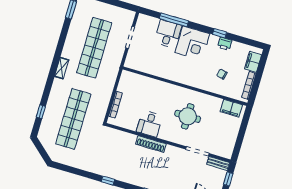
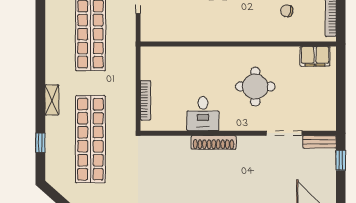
shelving: (62, 68) -> (52, 100), moved

